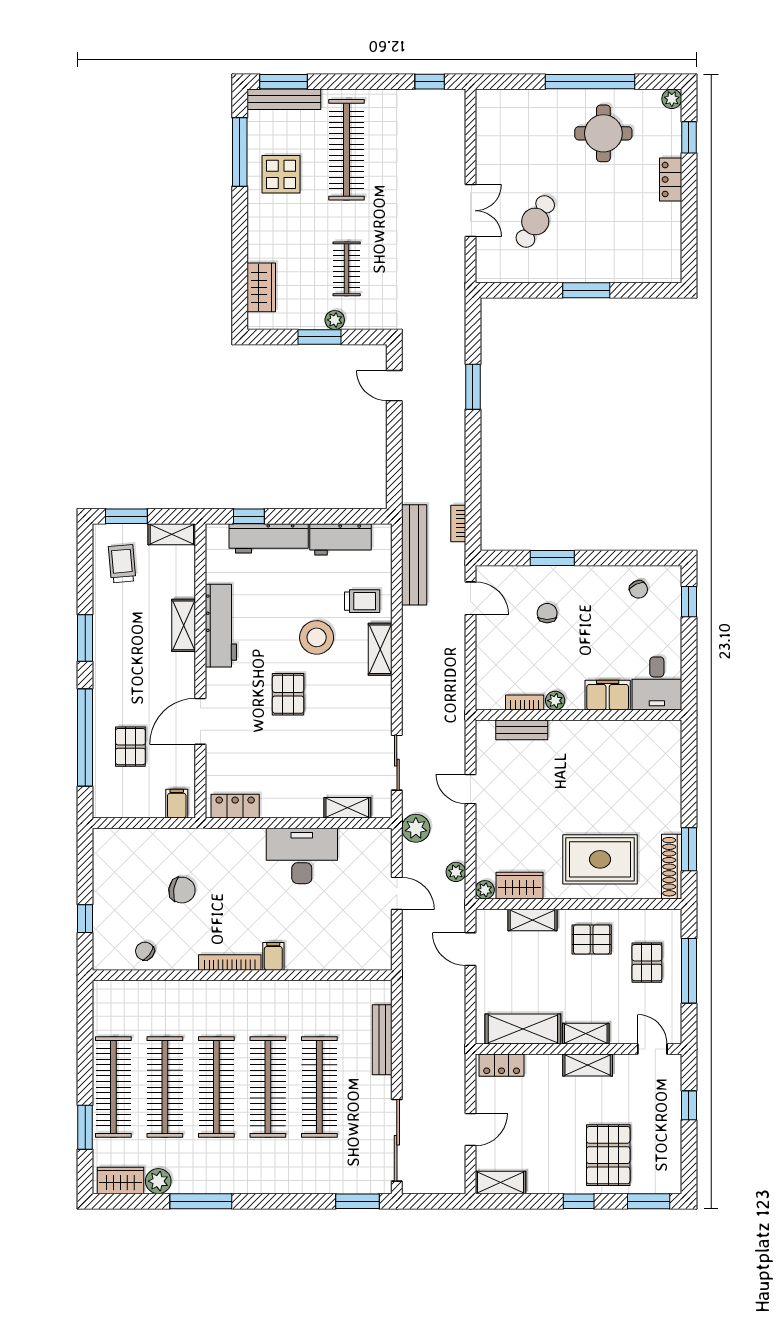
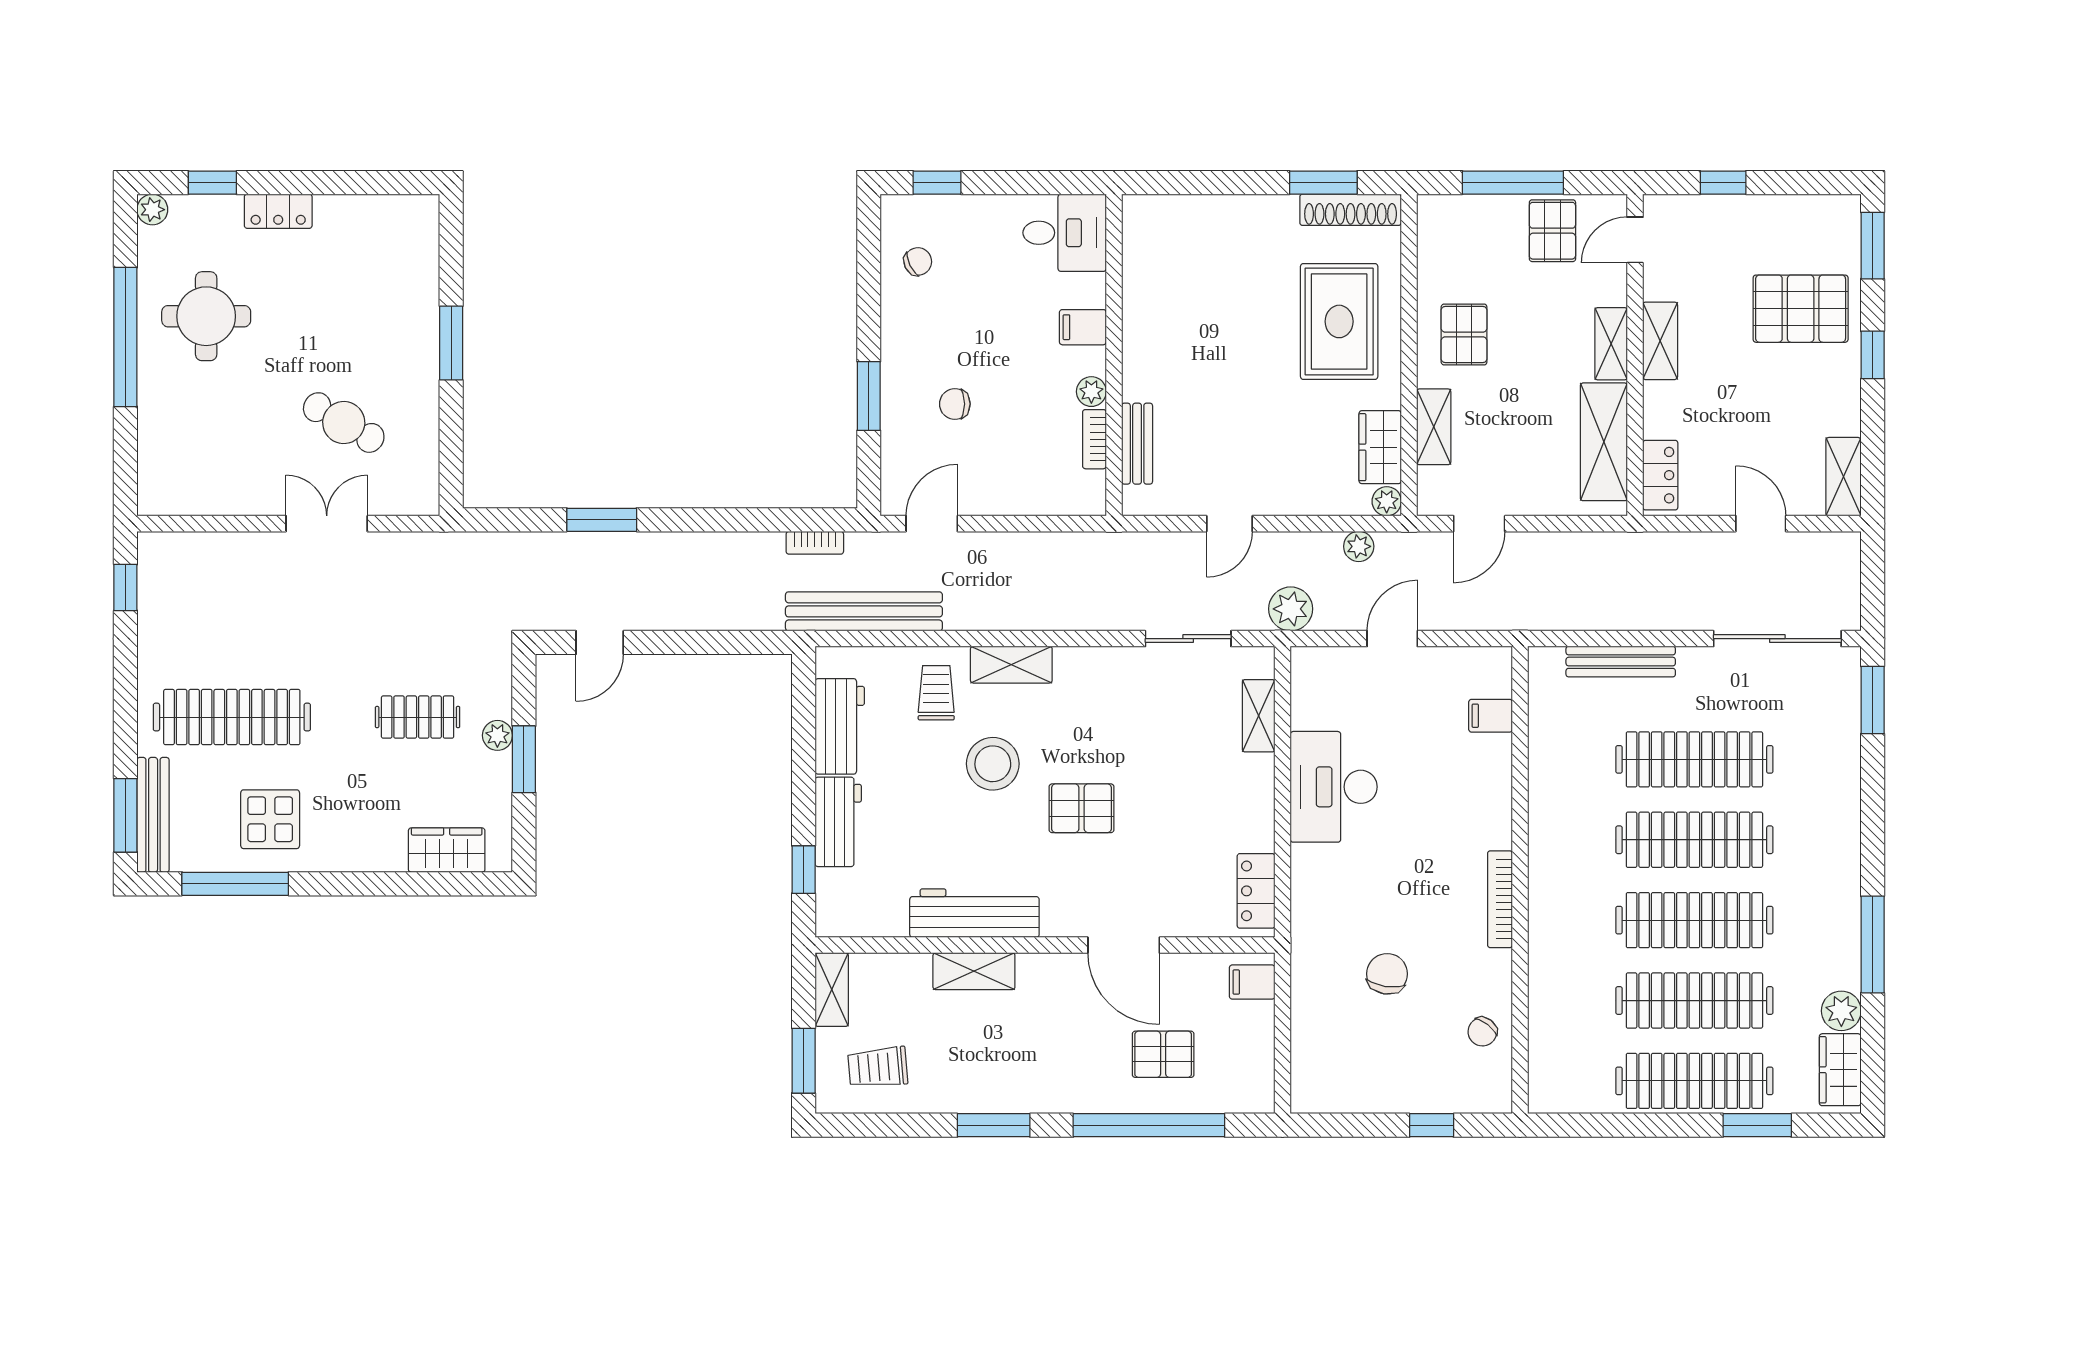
workbench: (269, 538) -> (838, 822), width x0.73
filing cabinet: (608, 695) -> (1083, 327), width x0.50
filing cabinet: (273, 956) -> (1491, 716), moved
pallet: (647, 963) -> (1552, 231), moved, turned 90

